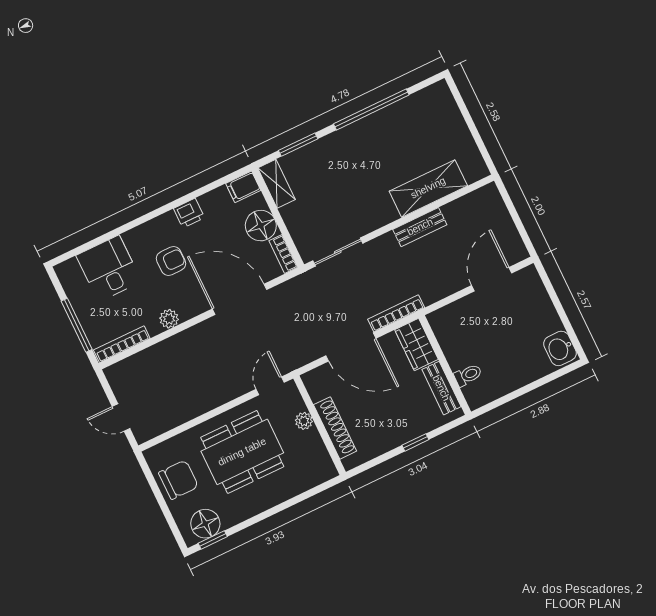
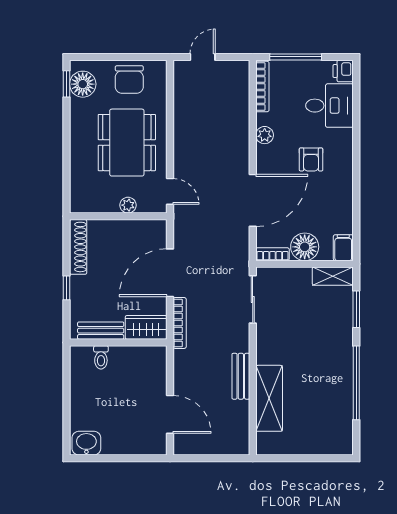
printer: (189, 213) -> (343, 71), moved
shoe rack: (335, 428) -> (78, 247), moved, turned -90

